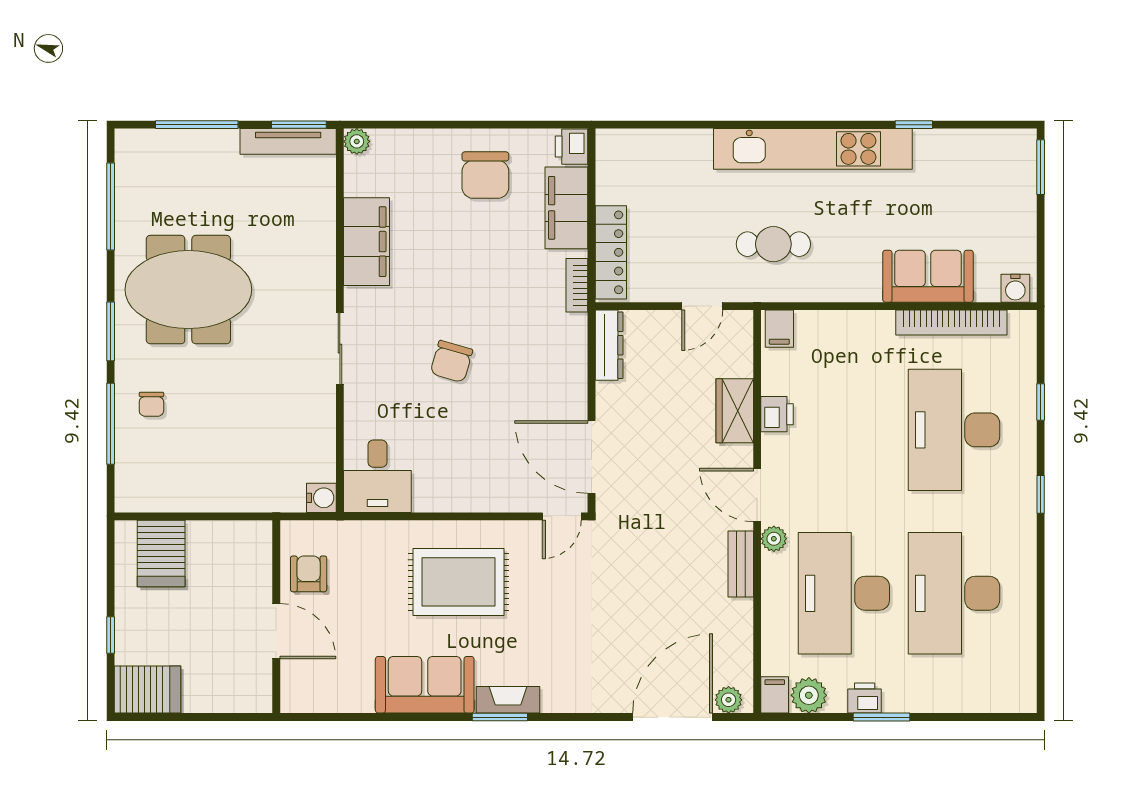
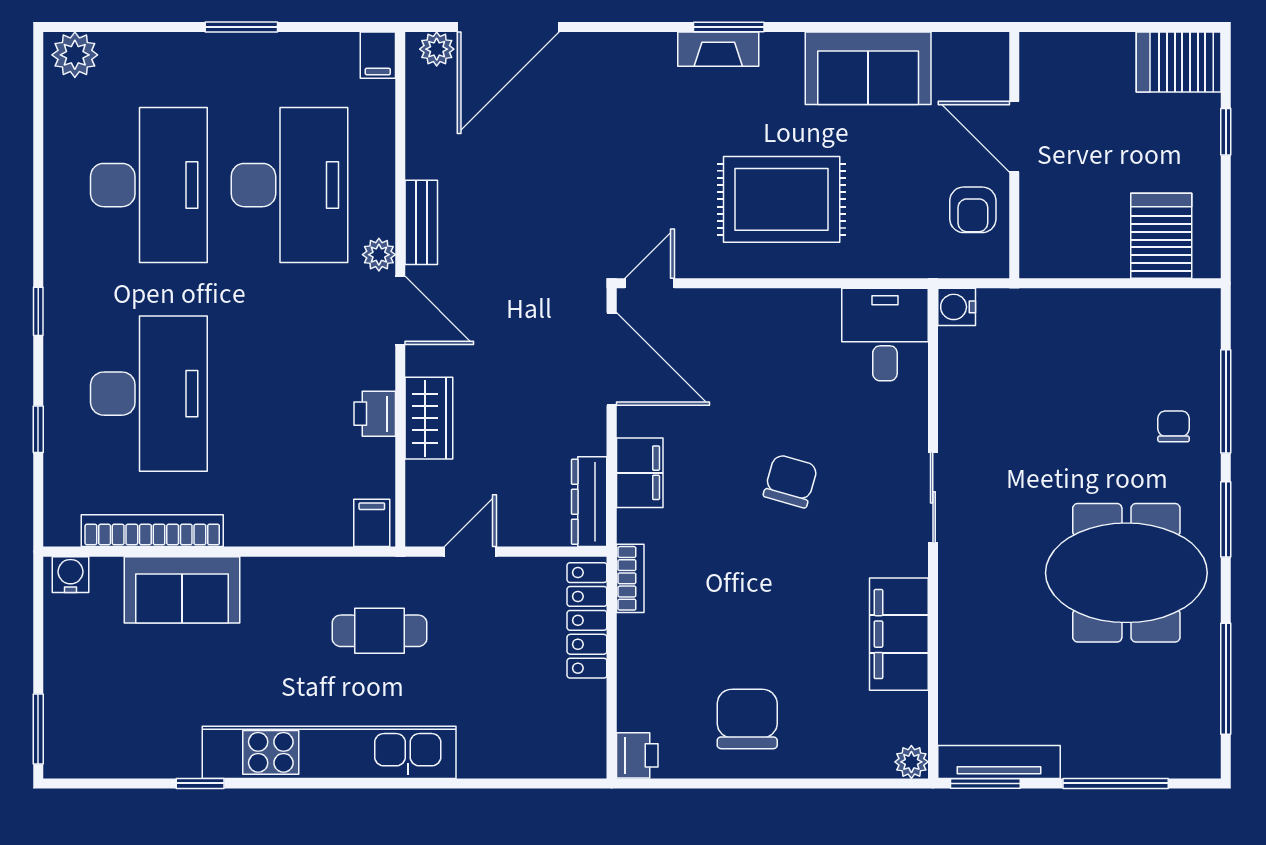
filing cabinet: (566, 208) -> (640, 473), moved, width x0.67, depth x0.86
sofa: (425, 685) -> (868, 68), moved
plant: (809, 695) -> (75, 55), moved
printer: (865, 698) -> (263, 51), removed

